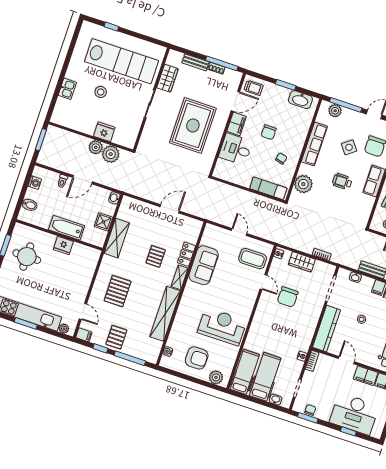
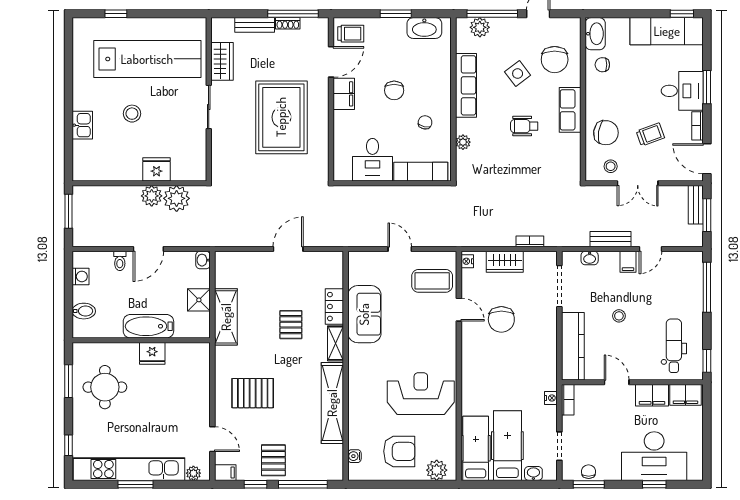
desk: (236, 149) -> (372, 160), moved, turned -90
plant: (303, 184) -> (463, 142), width x0.53, depth x0.53
pallet: (118, 291) -> (253, 393), turned 90

